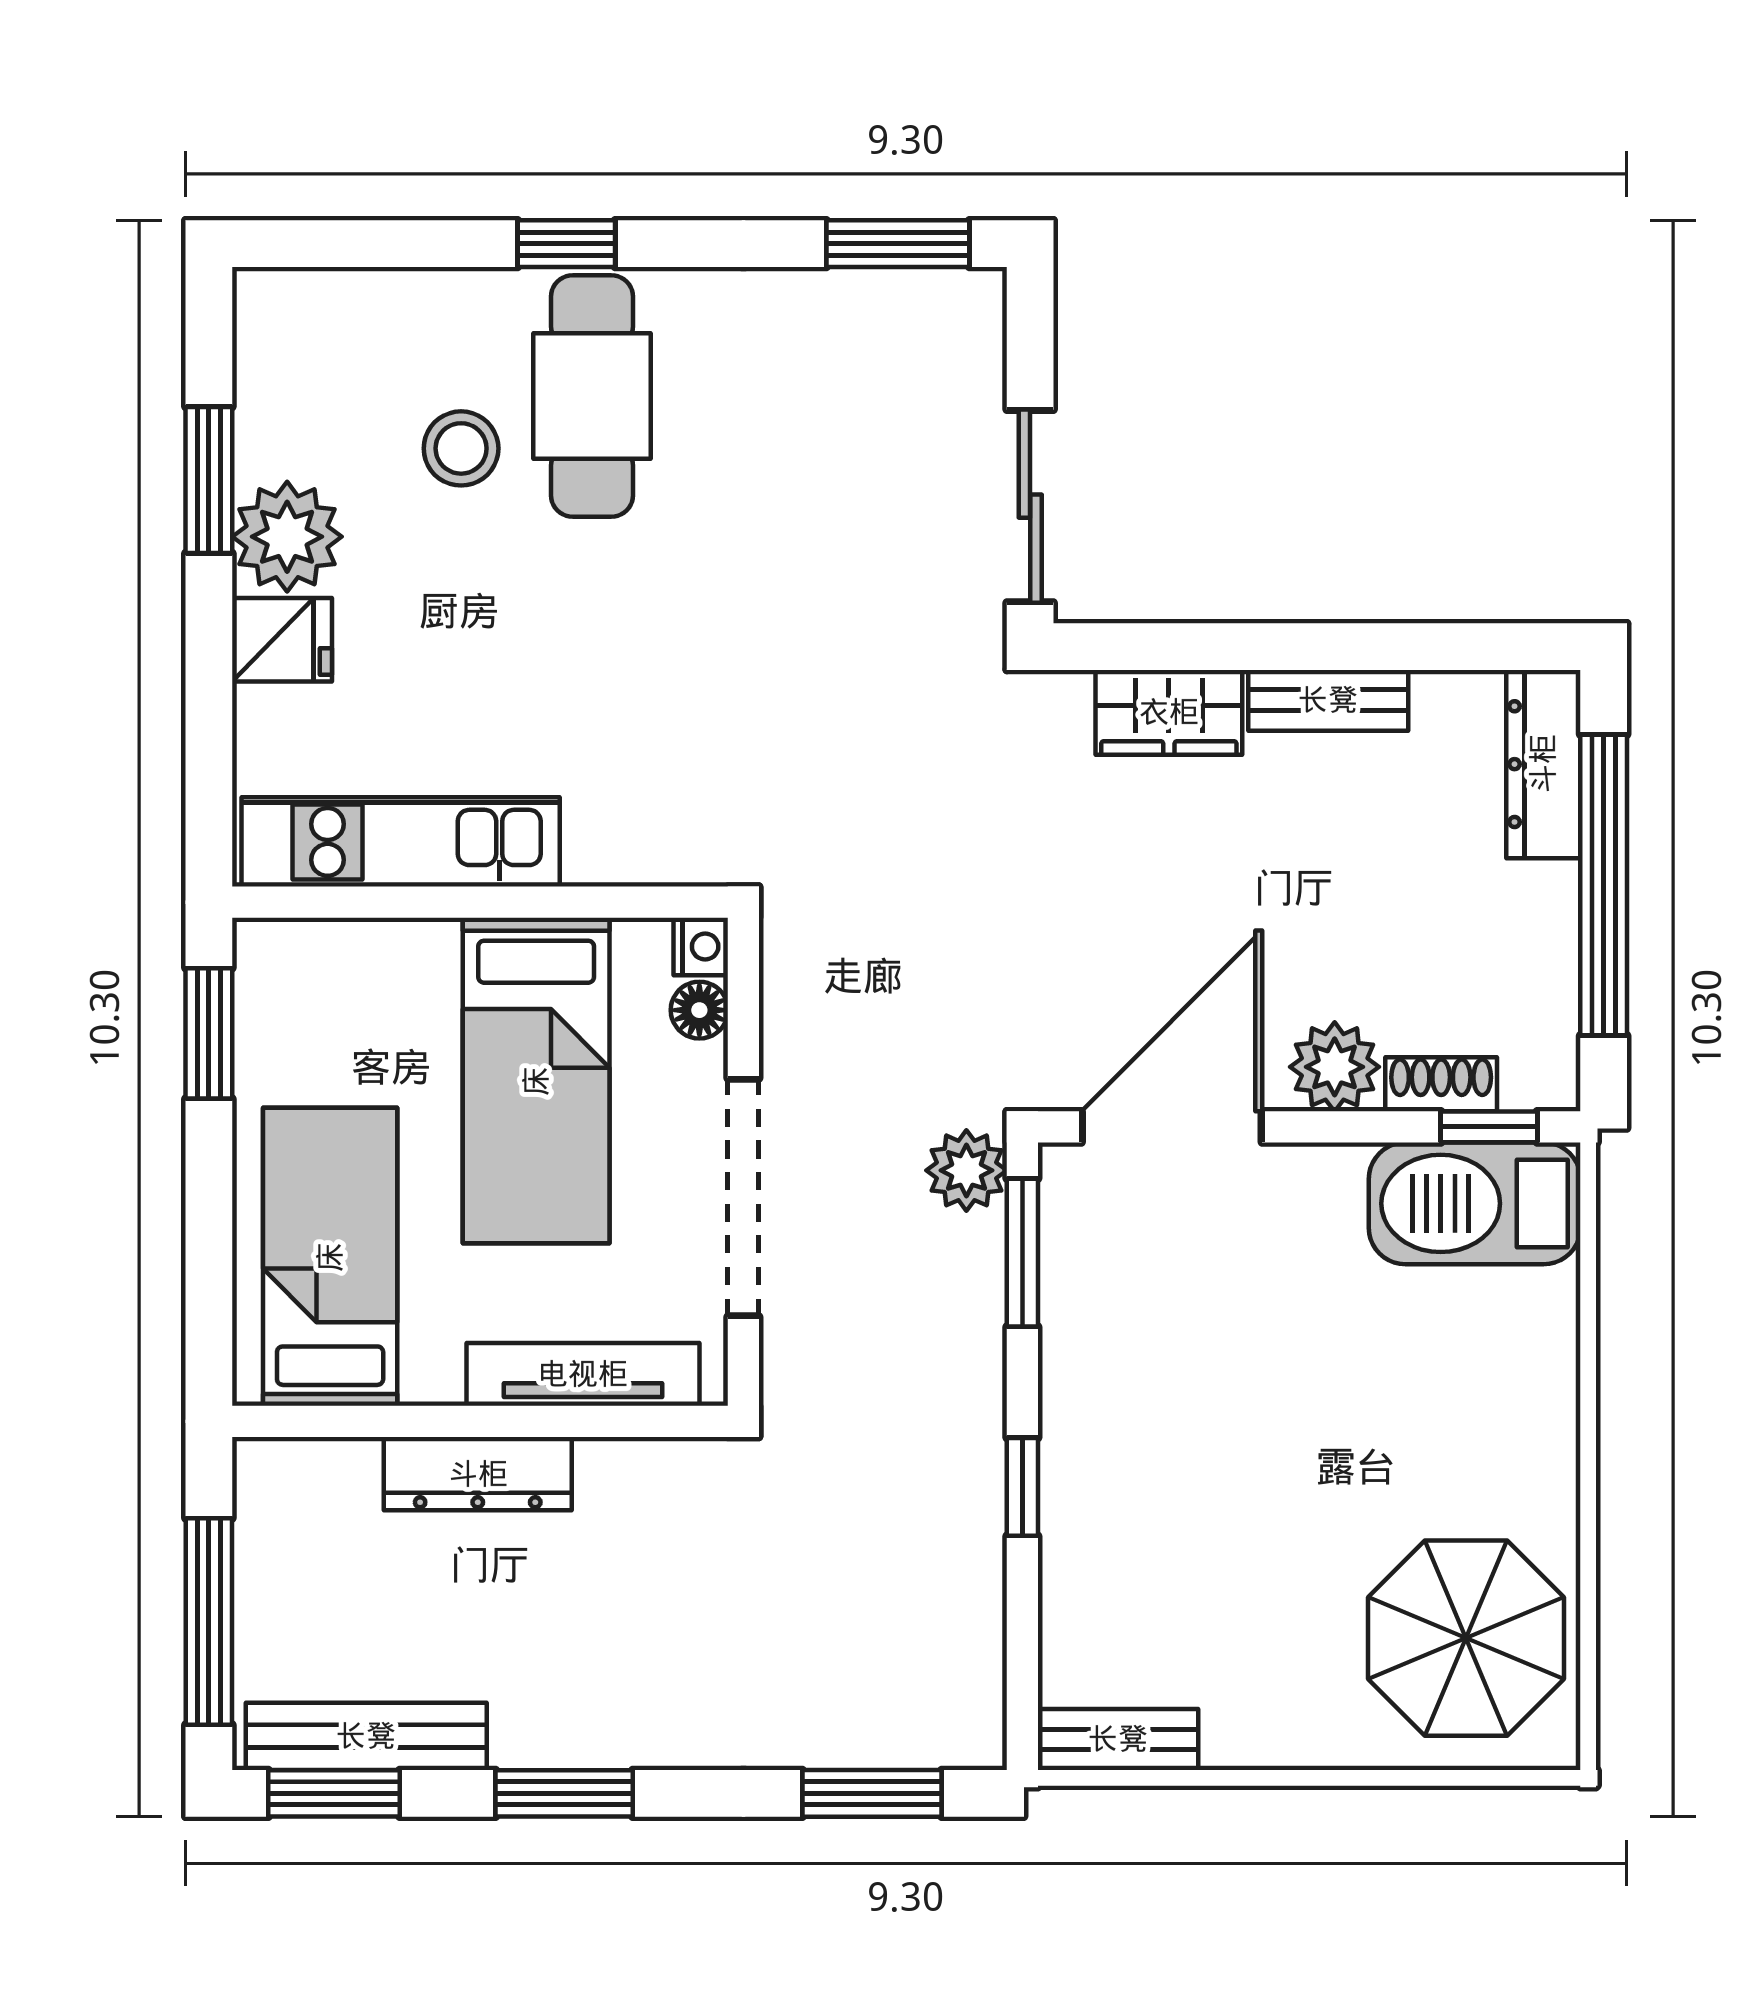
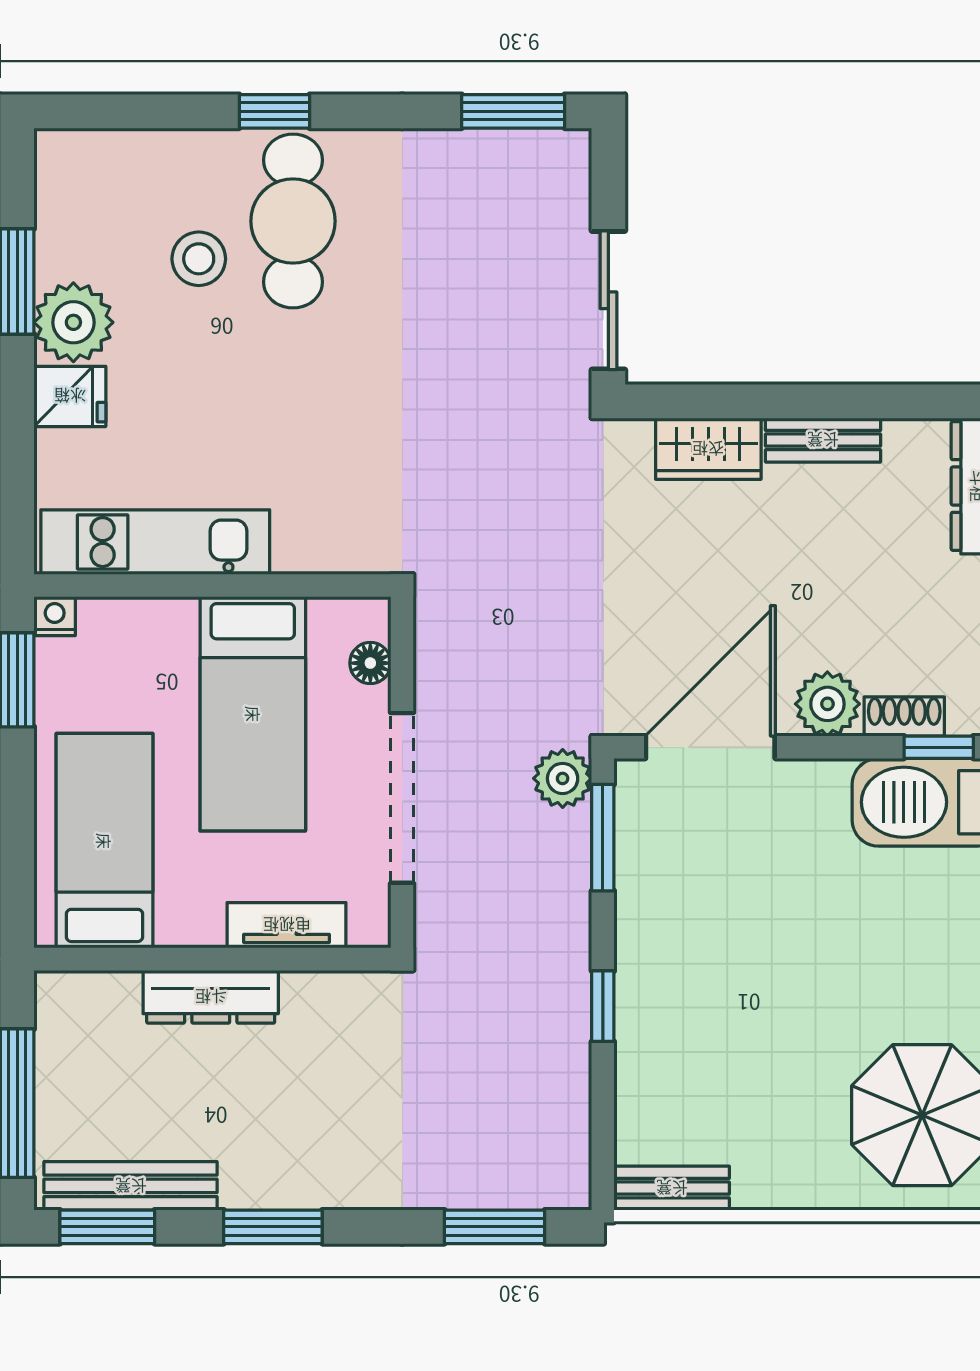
nightstand: (701, 947) -> (55, 616), moved, turned -90
tv unit: (583, 1374) -> (287, 925), width x0.71

